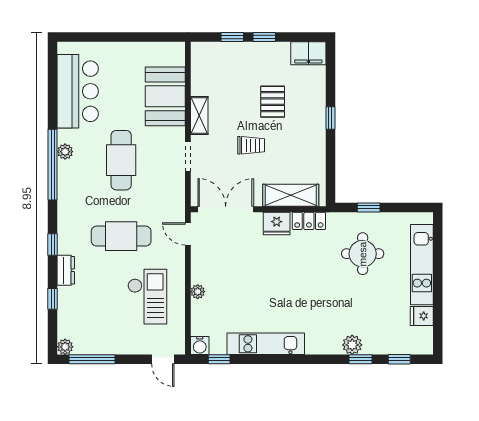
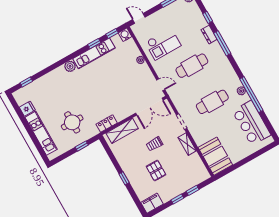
booth: (165, 96) -> (215, 156), moved
cafe table: (121, 160) -> (212, 102), turned 90
window: (53, 165) -> (251, 95), moved
fridge: (277, 224) -> (121, 114), removed
window: (53, 245) -> (222, 43), width x2.17
checkout: (147, 297) -> (163, 44), turned -90
plant: (352, 345) -> (70, 66), moved
window: (361, 359) -> (94, 44), moved

